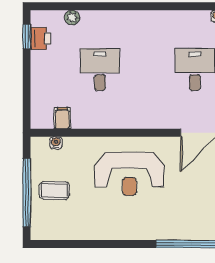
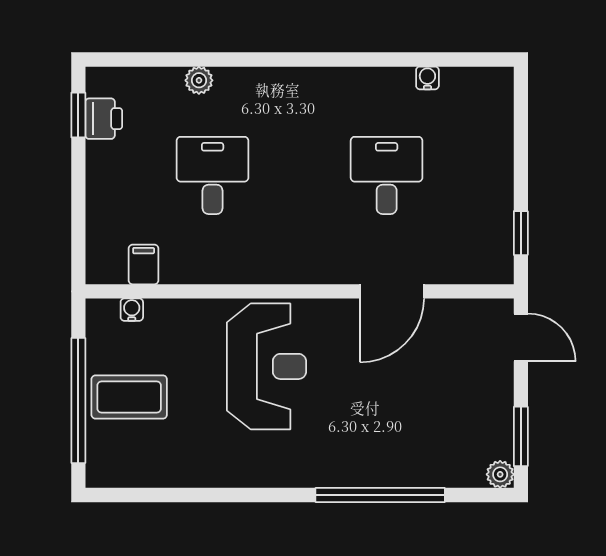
plant: (72, 18) -> (199, 80), moved
reception desk: (129, 174) -> (266, 366), turned -90
coffee table: (54, 190) -> (129, 397), width x1.36, depth x1.30

